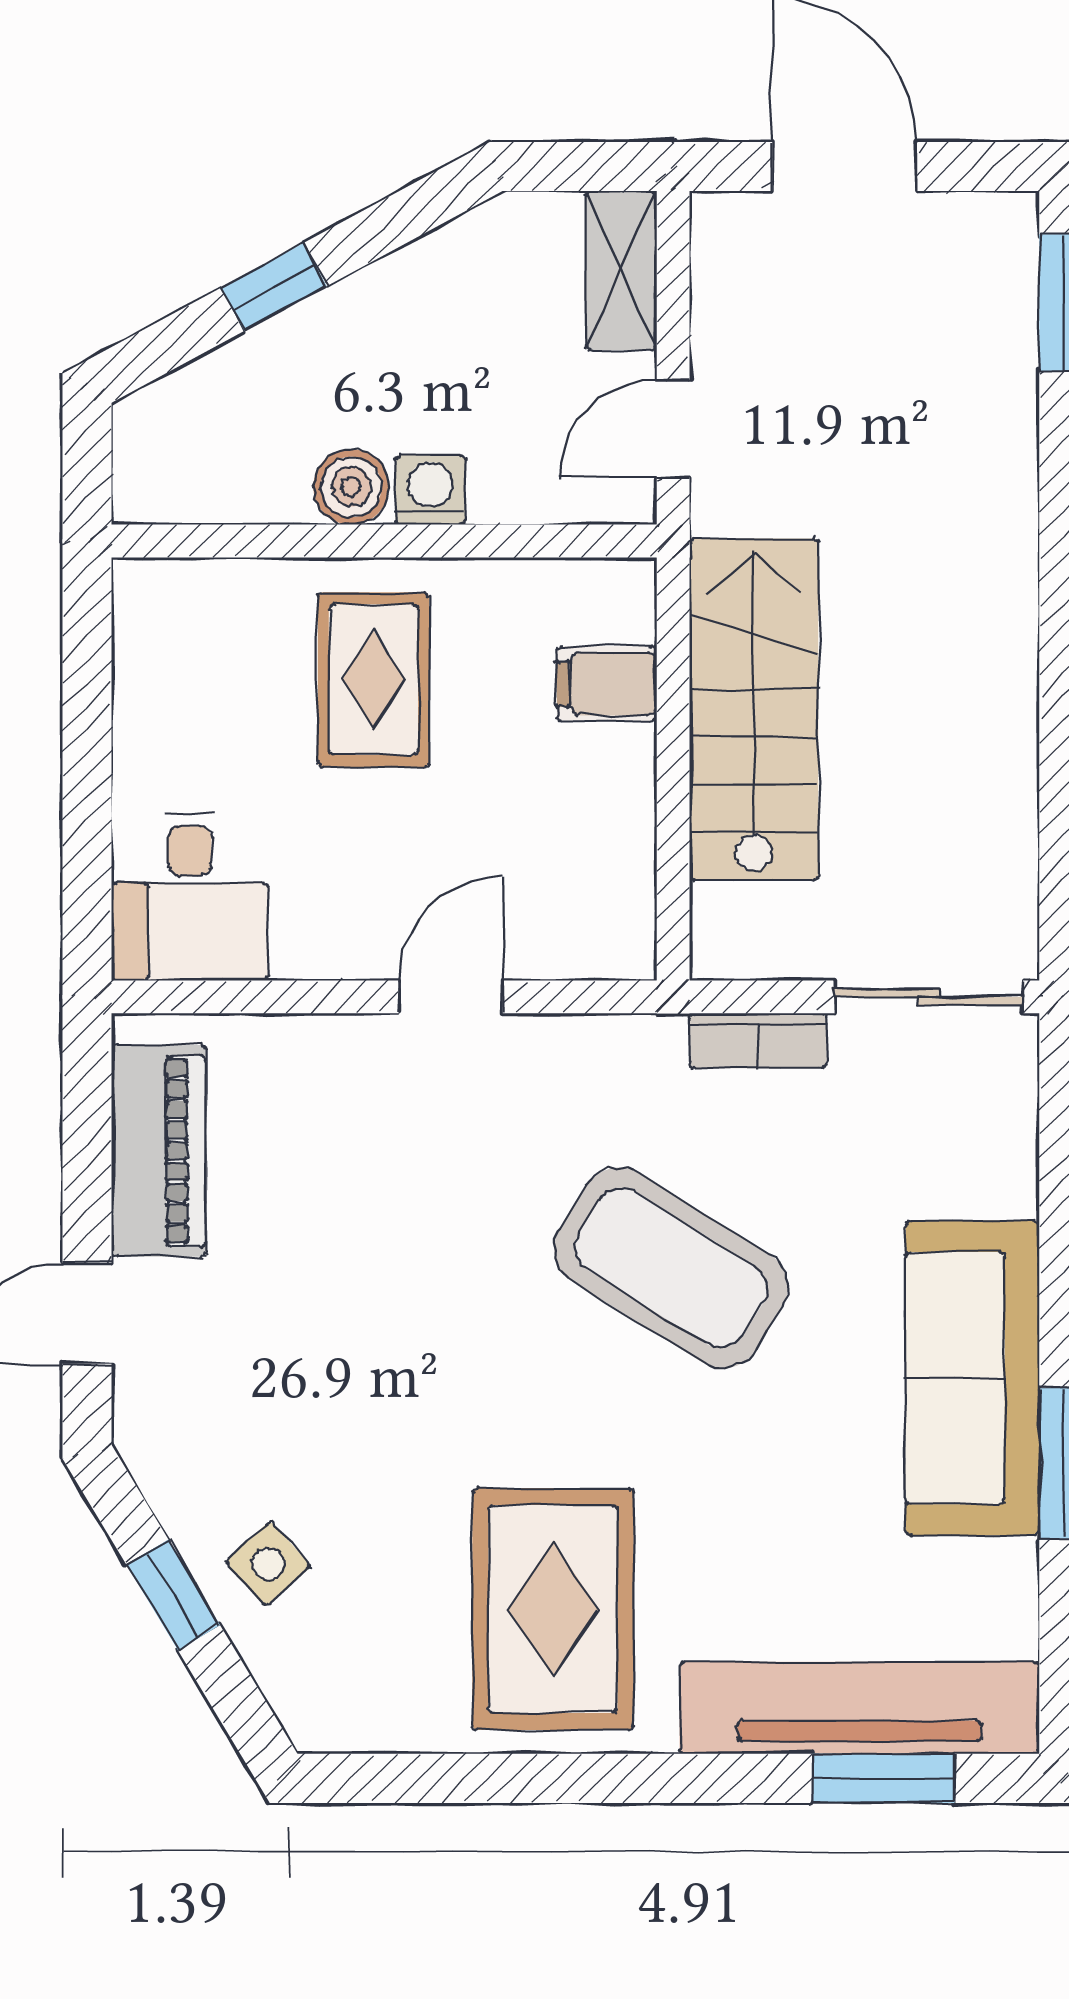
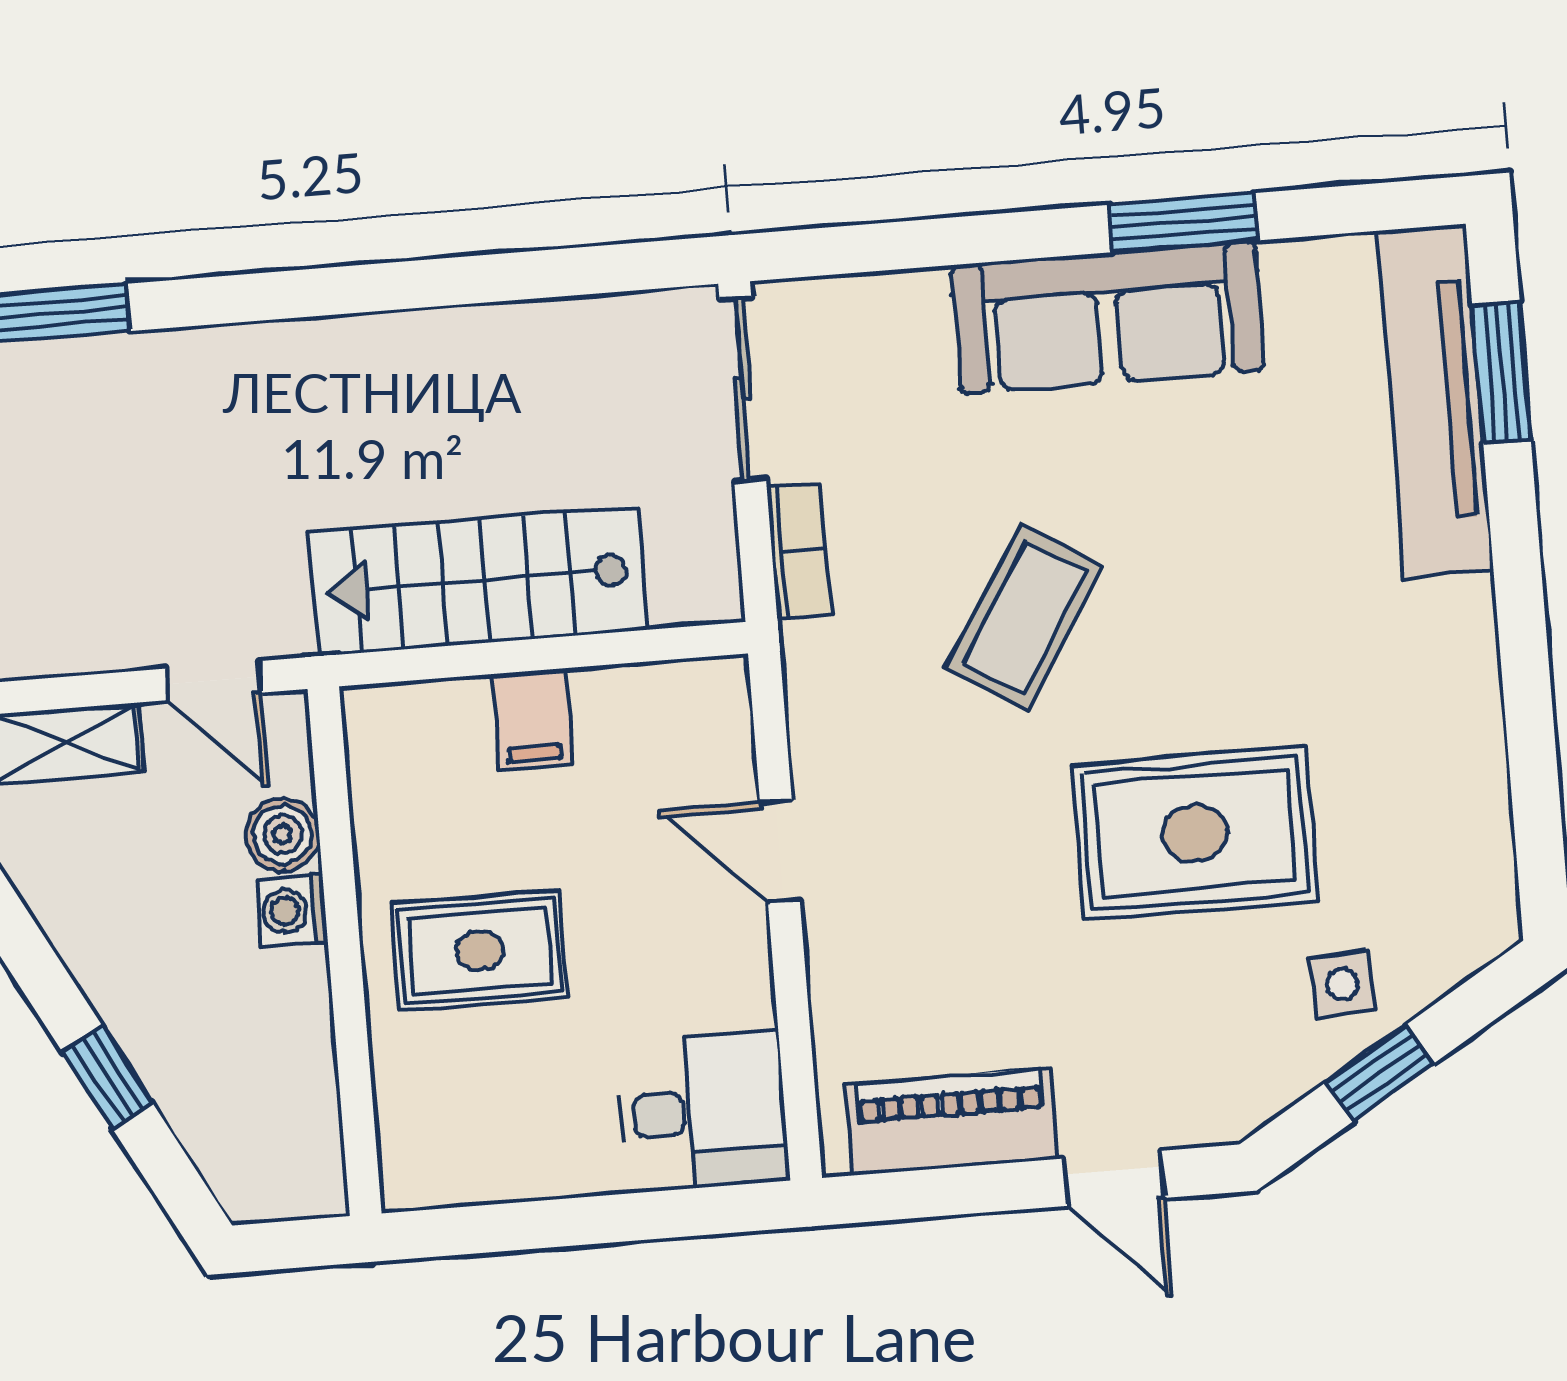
boiler: (351, 487) -> (282, 834), moved
filing cabinet: (607, 684) -> (532, 719), moved
coffee table: (671, 1268) -> (1025, 617), width x0.73, depth x0.76
side table: (268, 1564) -> (1342, 984), turned 38
rug: (553, 1609) -> (1195, 833), moved

